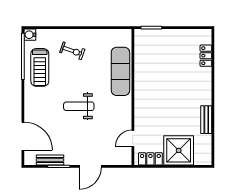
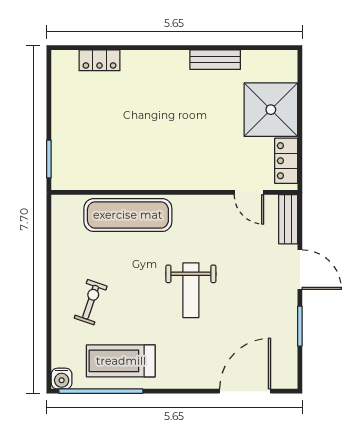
treadmill: (40, 67) -> (121, 361), turned 180
bench: (50, 160) -> (288, 219), moved

